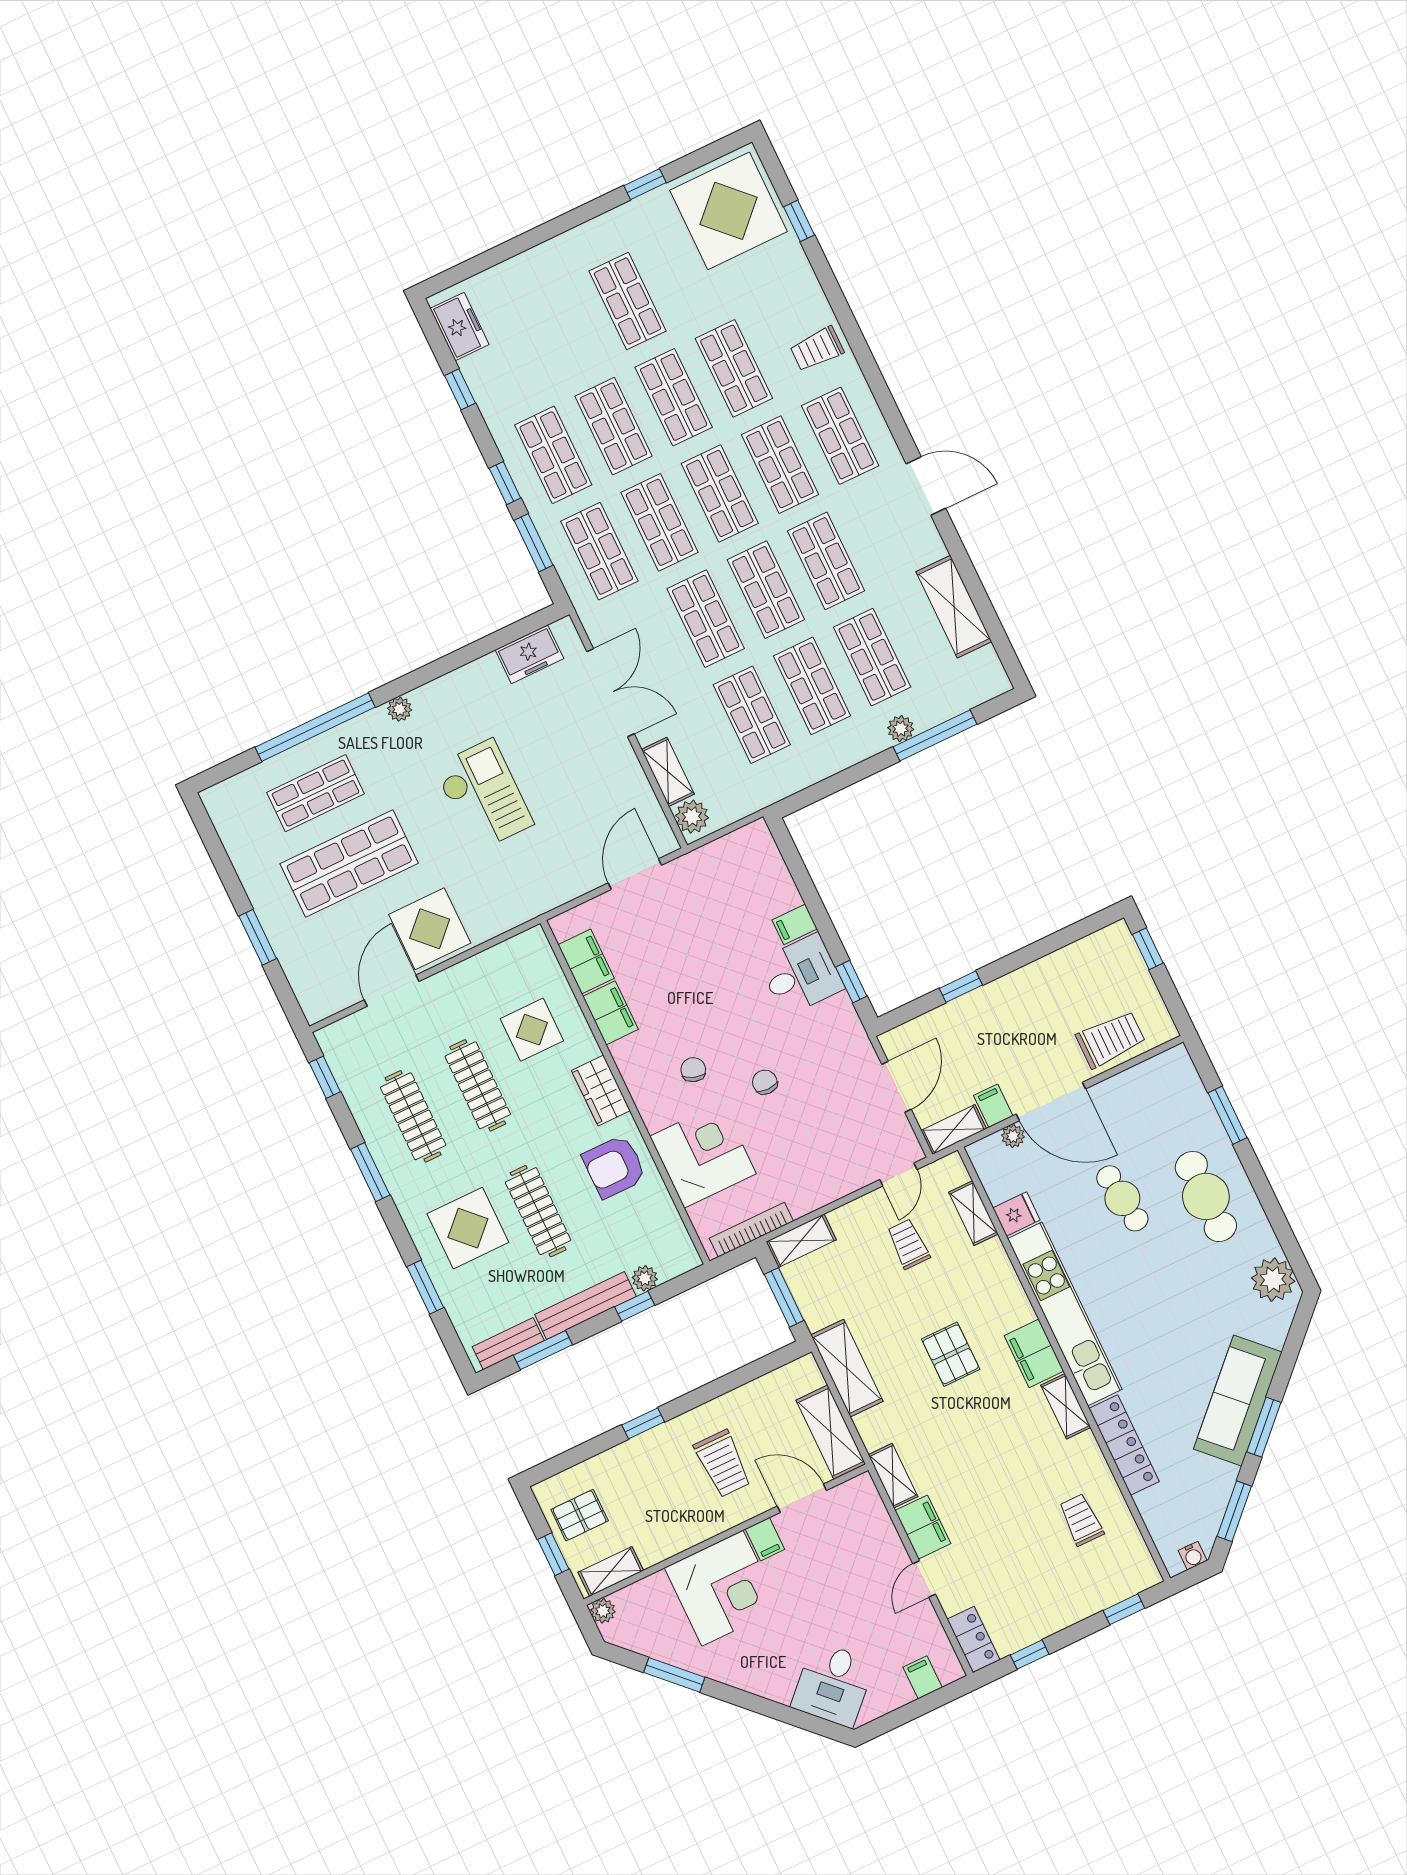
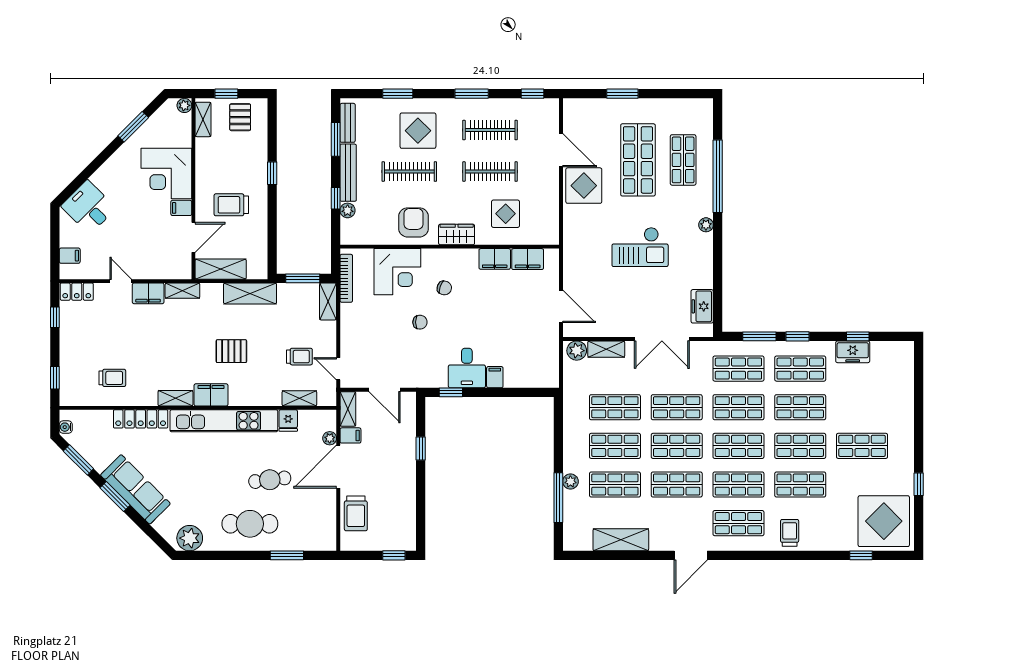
freezer: (460, 327) -> (853, 352), moved

